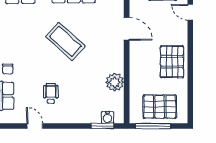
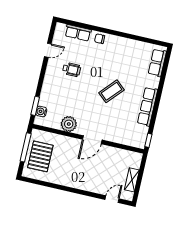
door: (127, 29) -> (92, 140), moved
coffee table: (65, 41) -> (111, 91), width x0.73, depth x0.76
pallet: (172, 62) -> (75, 175), removed

